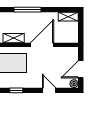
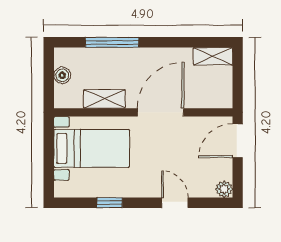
window: (28, 10) -> (112, 42), moved
door: (81, 69) -> (238, 141), moved

